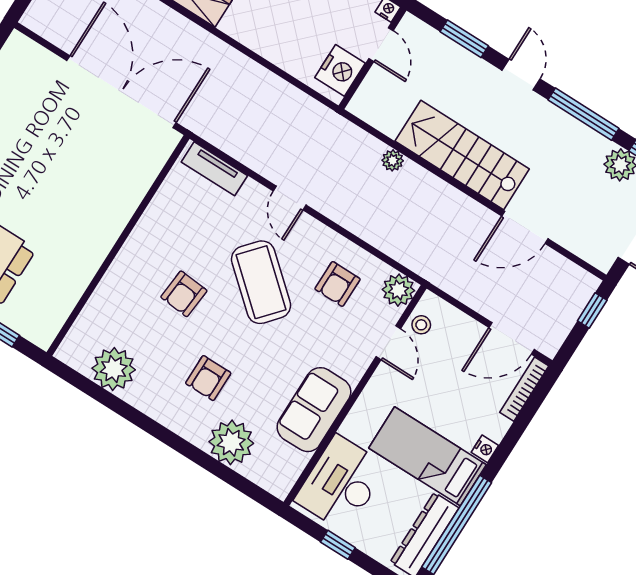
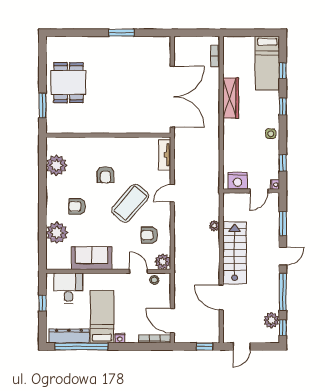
armchair: (184, 294) -> (105, 175), turned -95
door: (388, 343) -> (138, 271), swing flipped
desk: (341, 483) -> (68, 288), width x0.73

